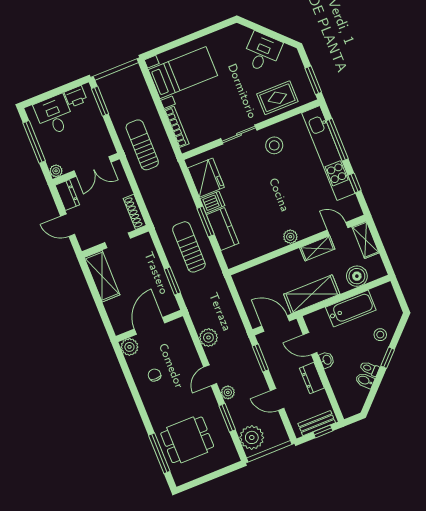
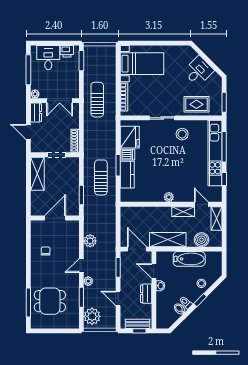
plant: (129, 347) -> (37, 226), removed

